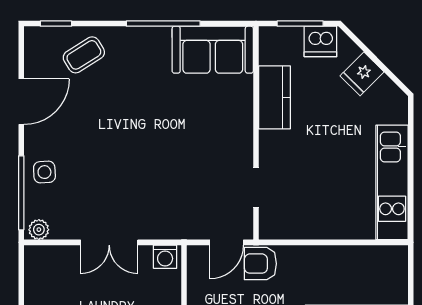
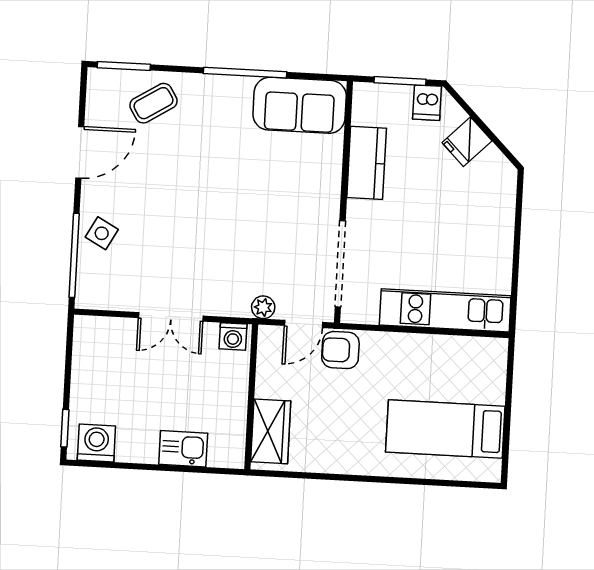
window: (56, 24) -> (124, 66), width x1.50
dishwasher: (320, 41) -> (427, 103), width x0.73
side table: (44, 172) -> (102, 233), turned 32
kitchen unit: (392, 182) -> (445, 310), moved, turned 90
doorway: (256, 187) -> (340, 264), width x1.88
plant: (39, 230) -> (263, 307), moved

